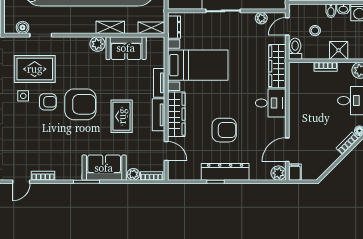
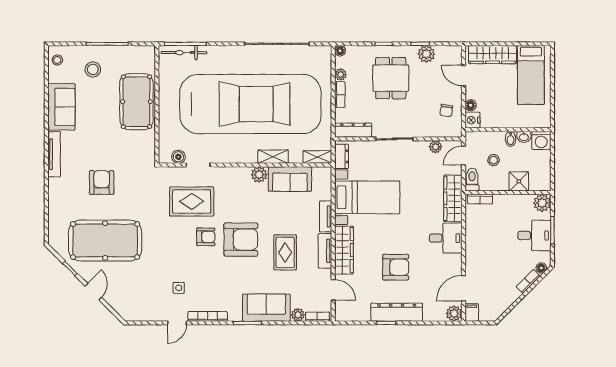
bookcase: (326, 67) -> (480, 199), moved
side table: (23, 96) -> (179, 288), moved
bookcase: (43, 176) -> (208, 316), width x1.56

